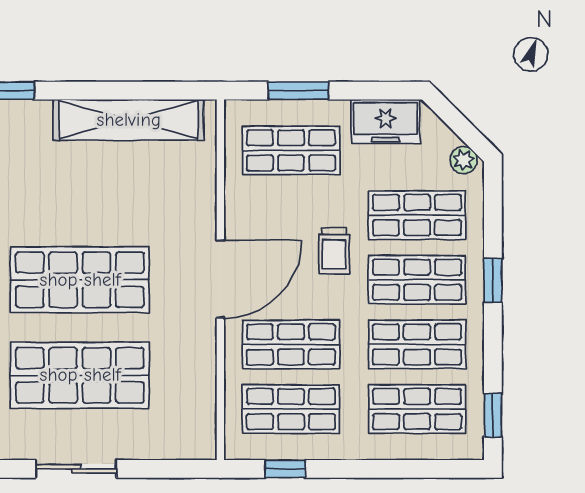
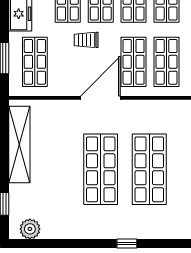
trolley: (334, 251) -> (86, 40), turned 180
door: (220, 279) -> (100, 98), hinge flipped

